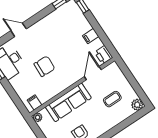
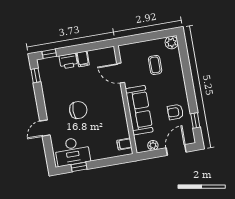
printer: (104, 55) -> (68, 61), moved
chair: (44, 66) -> (78, 110), moved, turned 88
plant: (38, 117) -> (153, 145), moved

